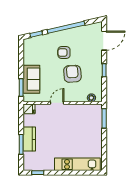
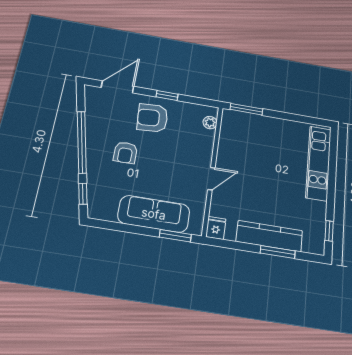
door: (104, 41) -> (117, 87), hinge flipped
armchair: (72, 74) -> (153, 118), moved
sofa: (31, 79) -> (154, 214), width x1.36
door: (57, 103) -> (211, 179), swing flipped
kitchen counter: (29, 139) -> (269, 236), width x1.50

